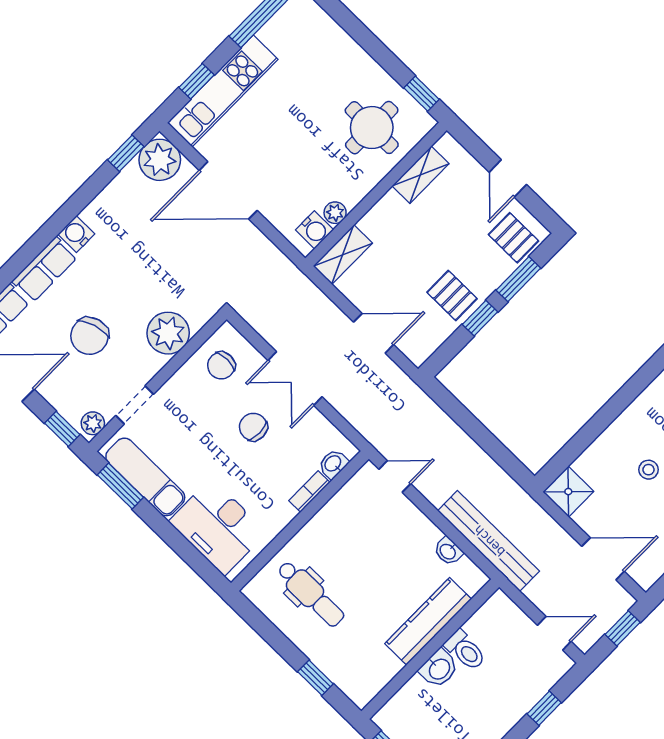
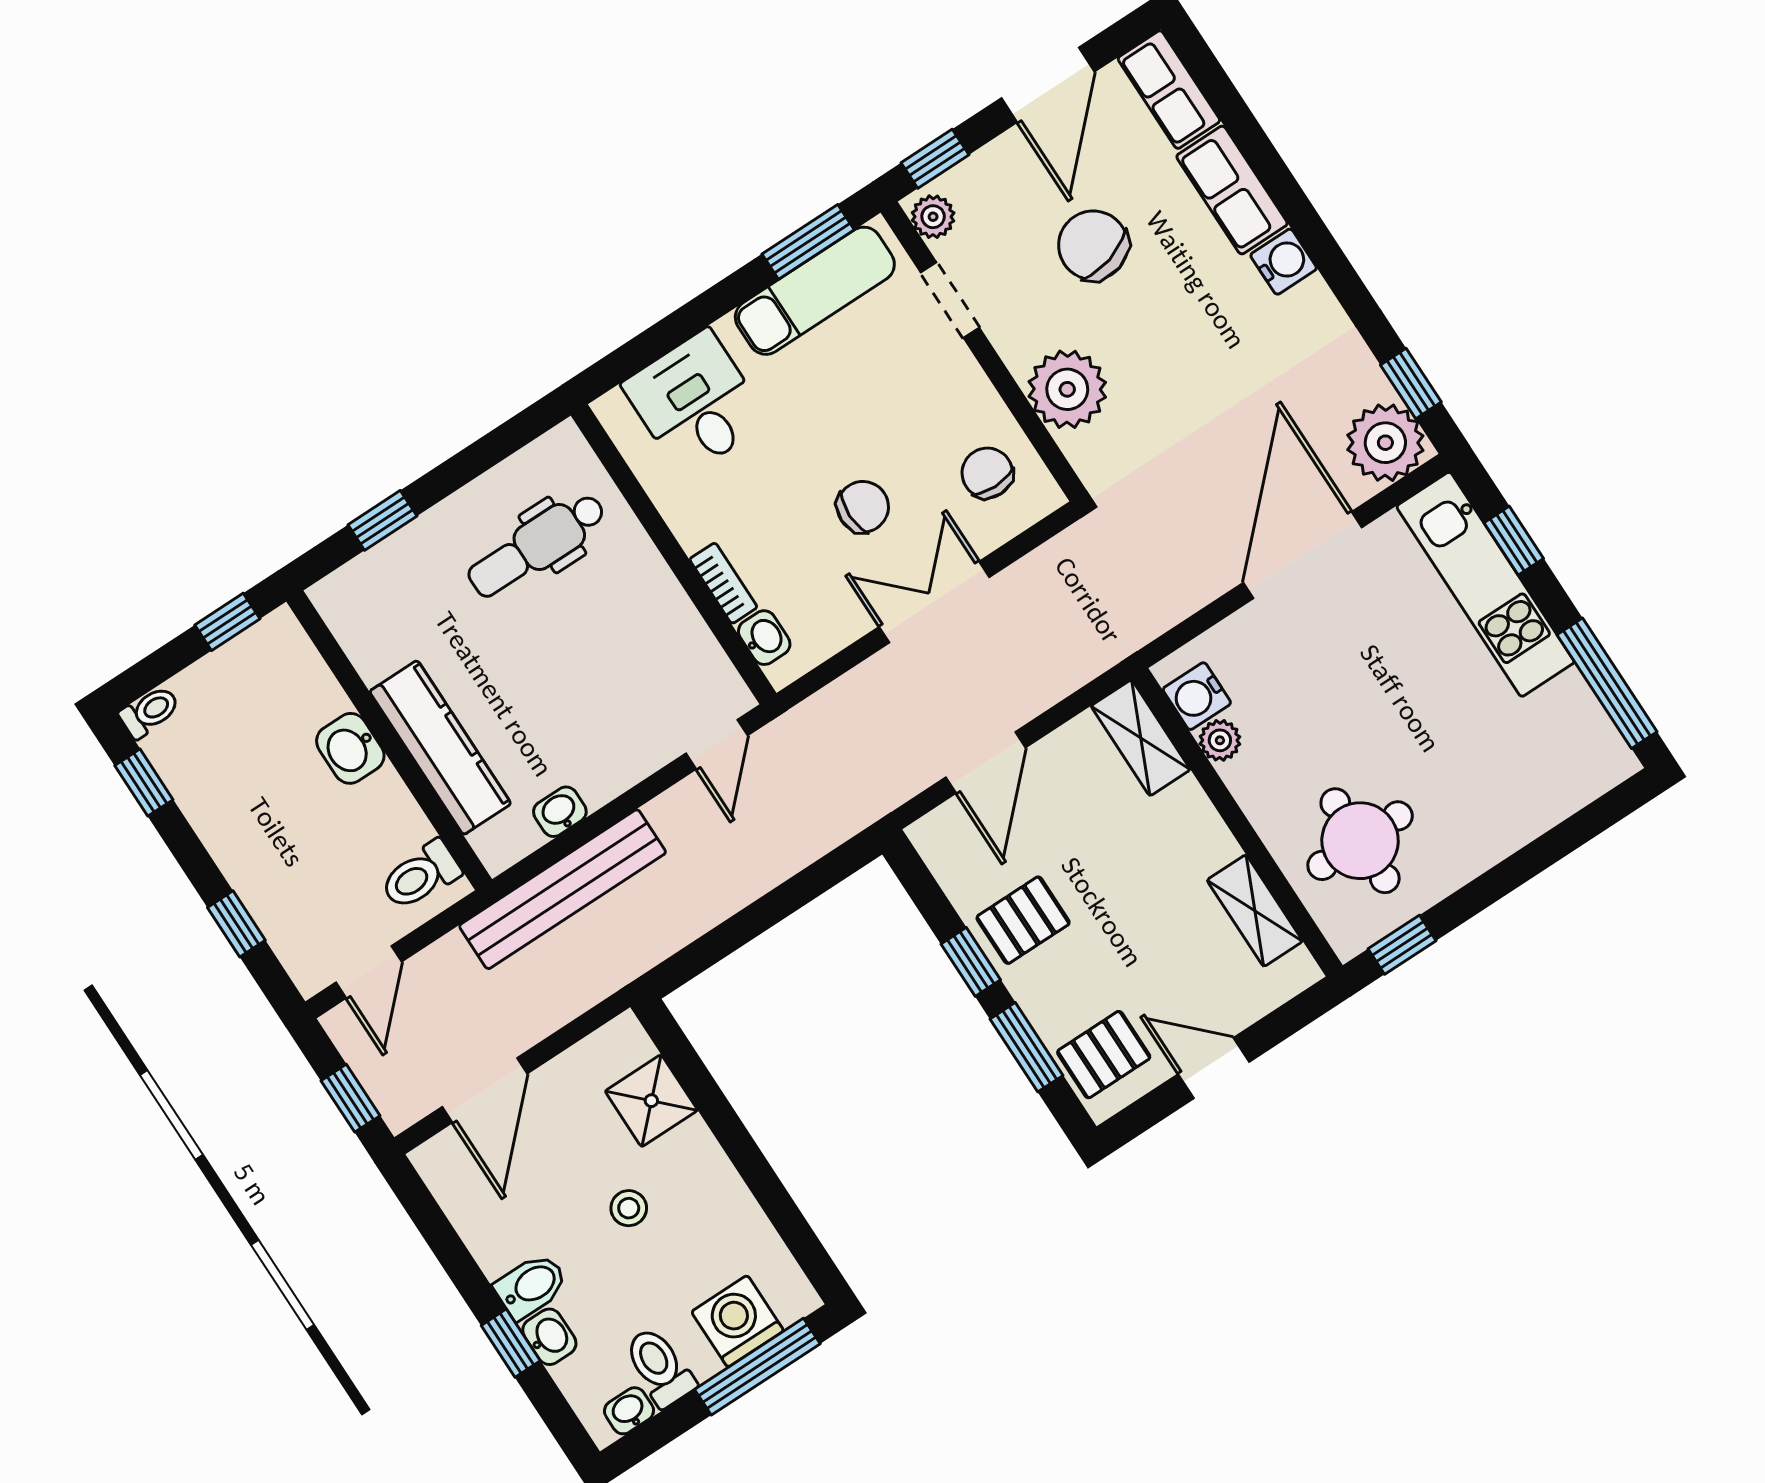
shower: (568, 492) -> (651, 1101), moved
desk: (218, 527) -> (695, 403), width x0.73
toilet: (465, 650) -> (420, 875), moved

